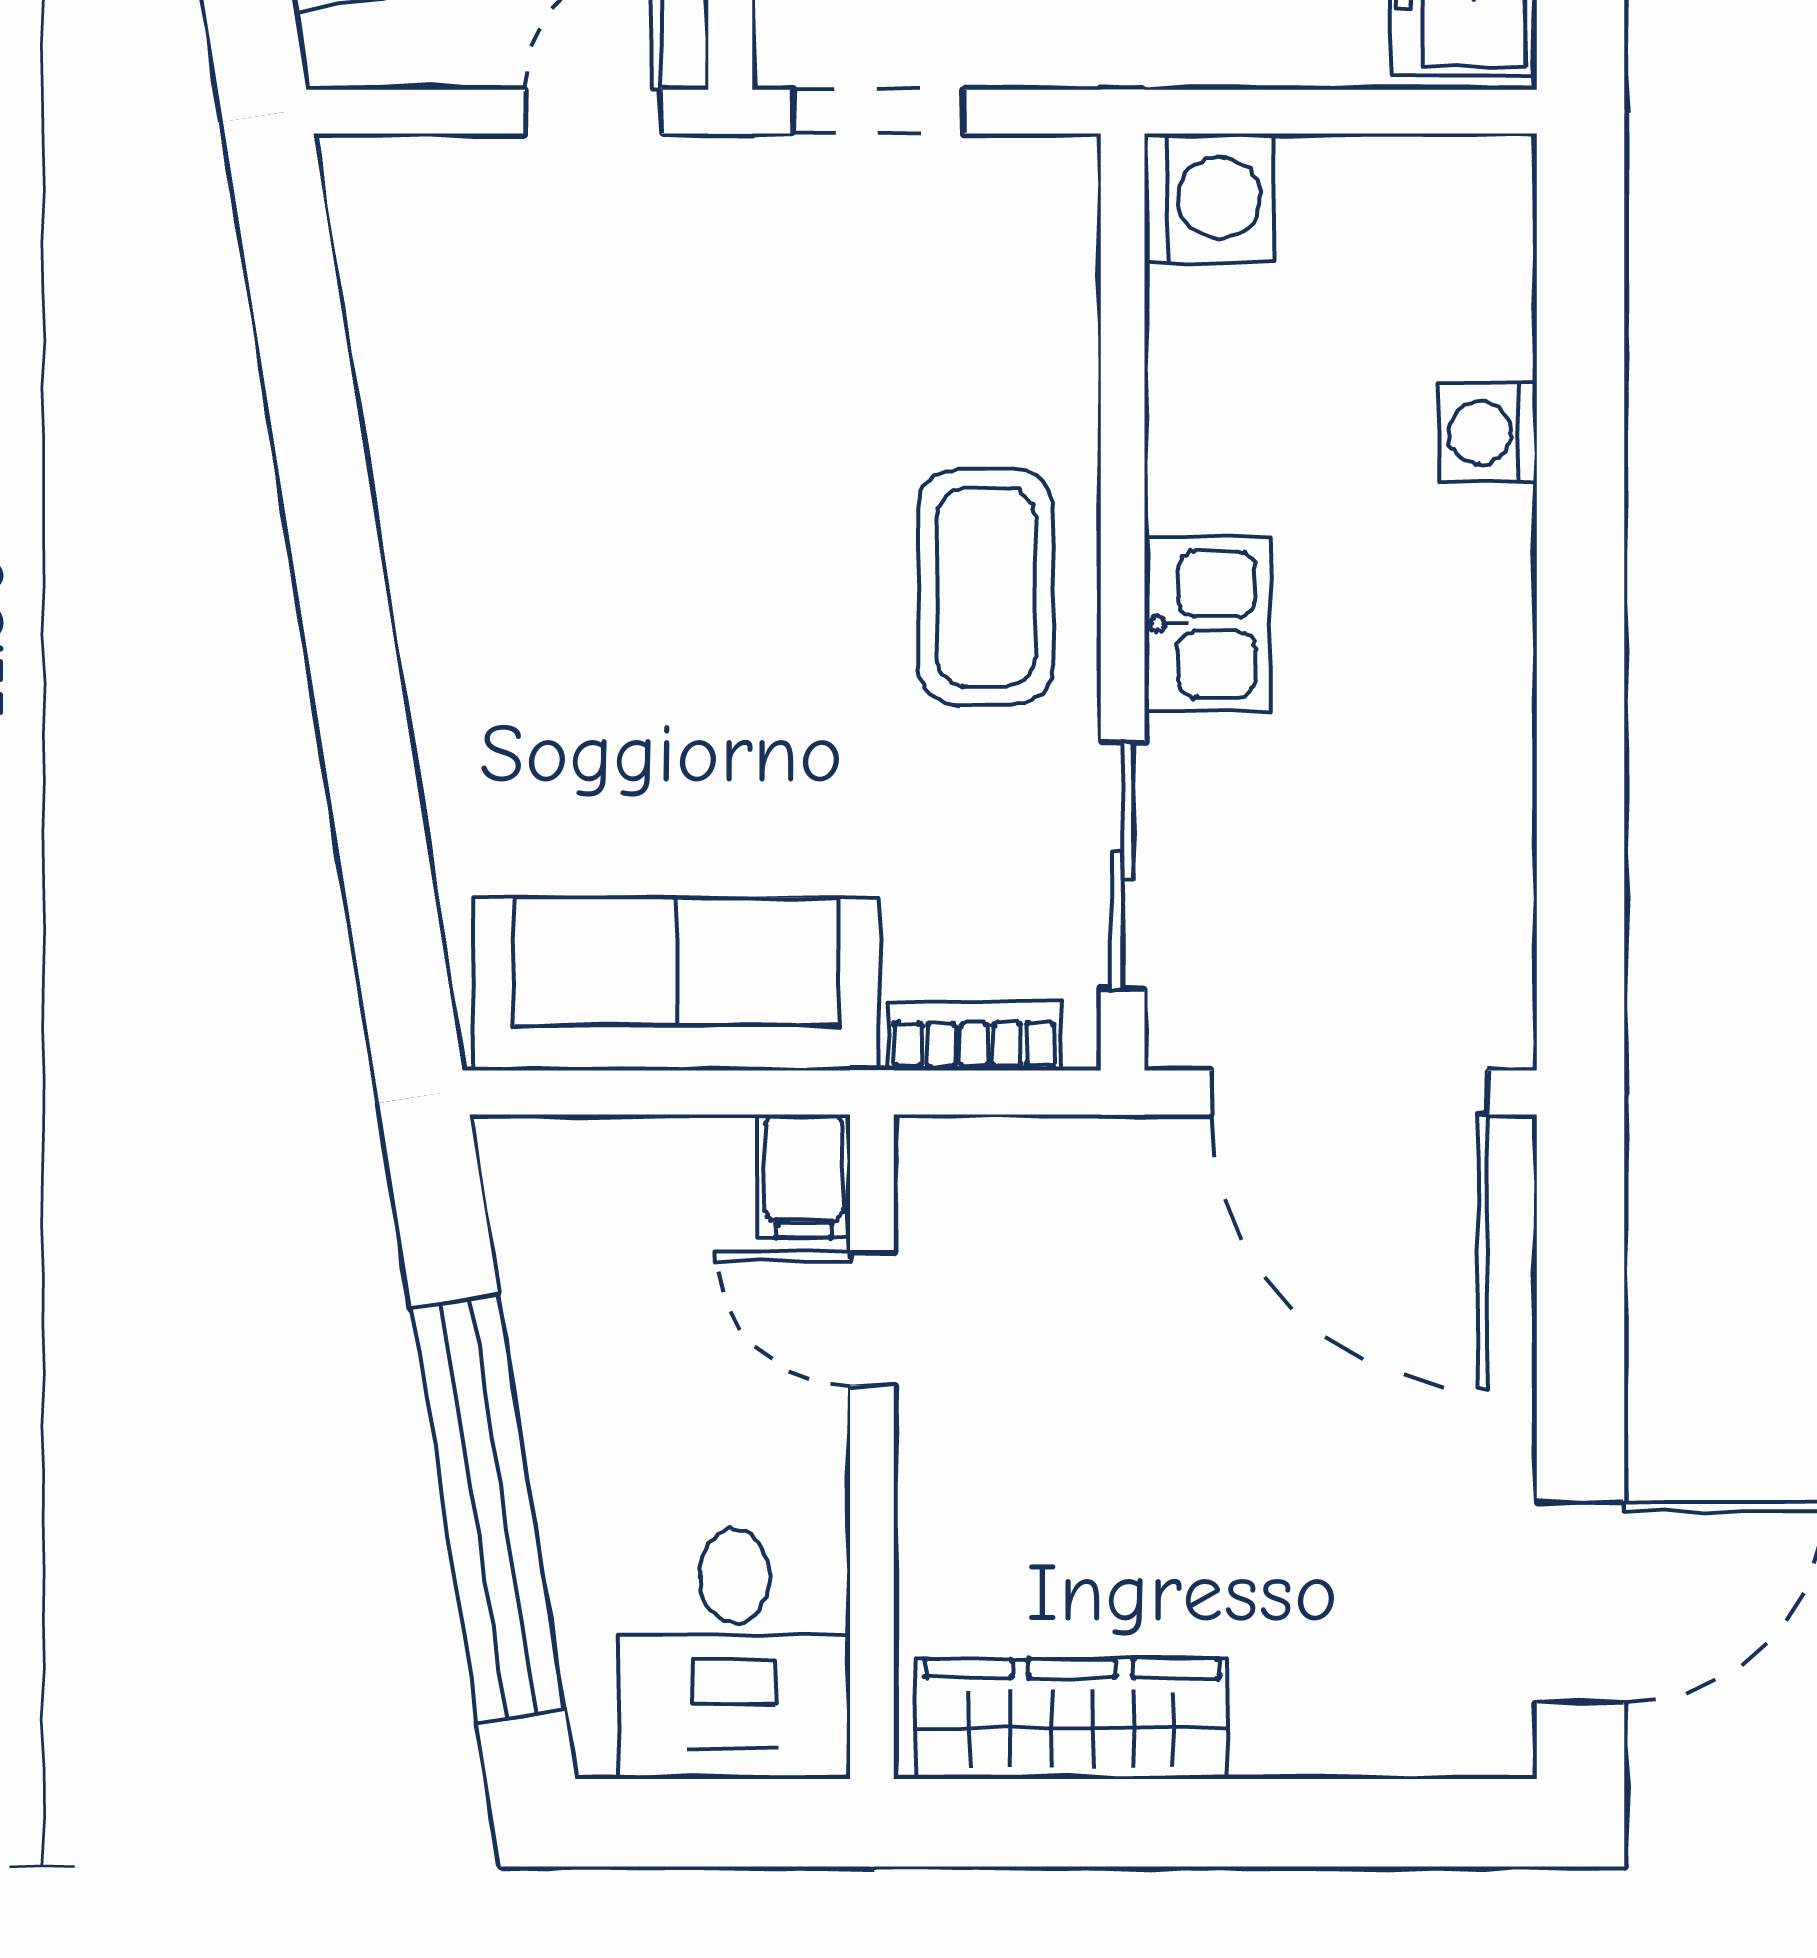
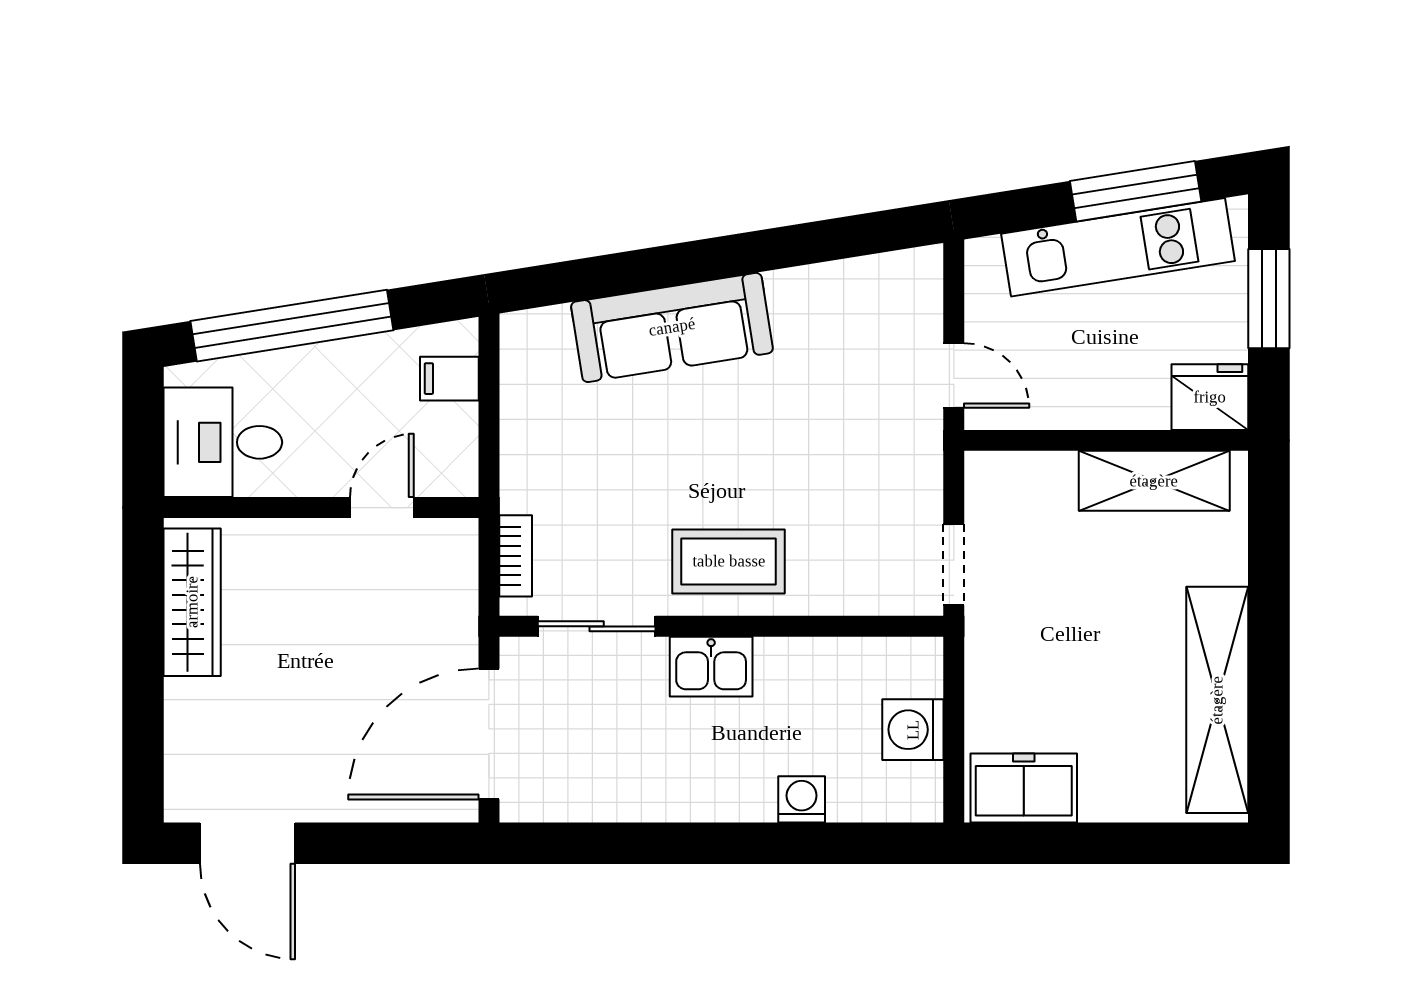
doorway: (878, 112) -> (954, 565), moved
washing machine: (1209, 198) -> (913, 730), moved, turned 90
sofa: (676, 984) -> (672, 327), moved, turned 81
filing cabinet: (804, 1176) -> (449, 379), moved

